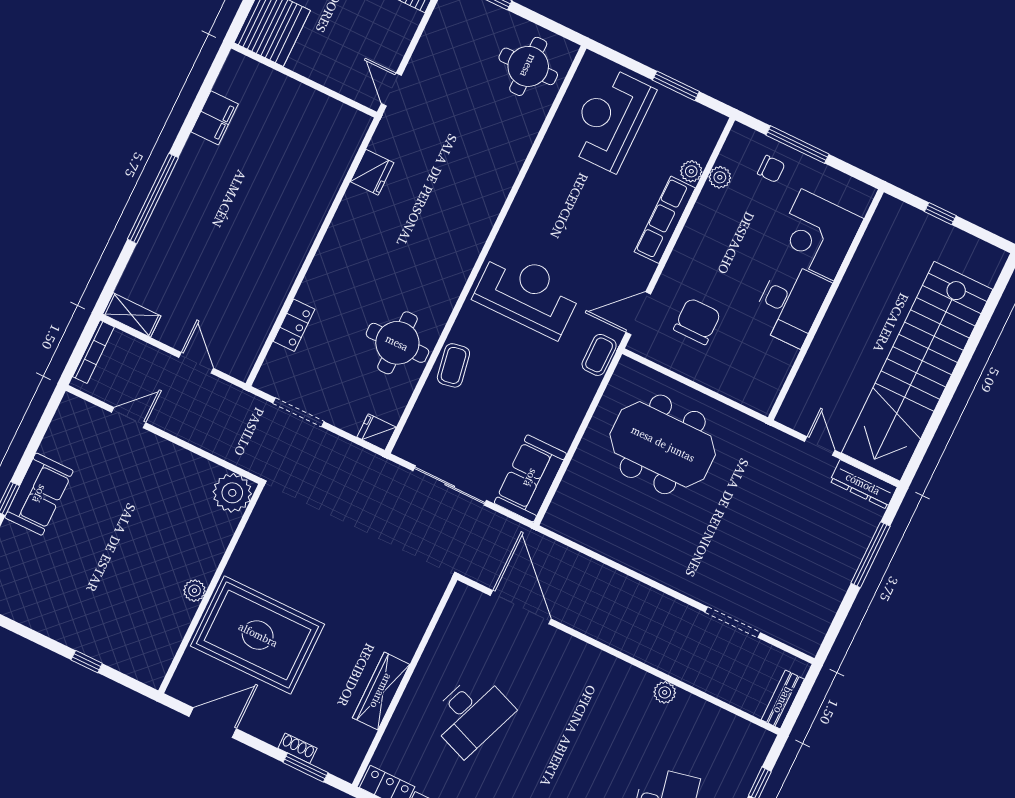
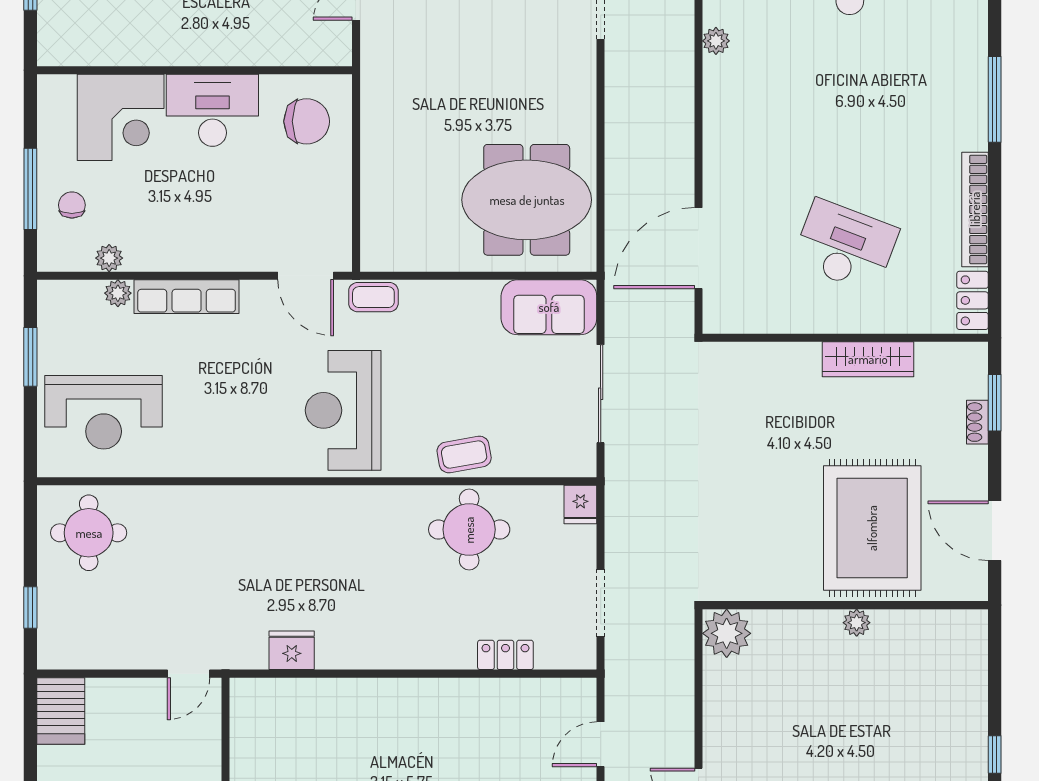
chair: (697, 321) -> (307, 121), moved, turned 180
meeting table: (663, 444) -> (527, 200), moved, turned 90
window: (87, 662) -> (995, 755), moved

